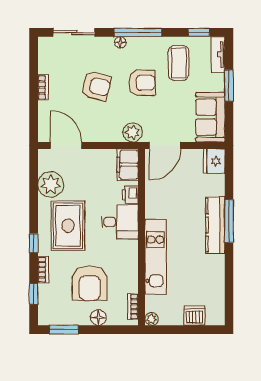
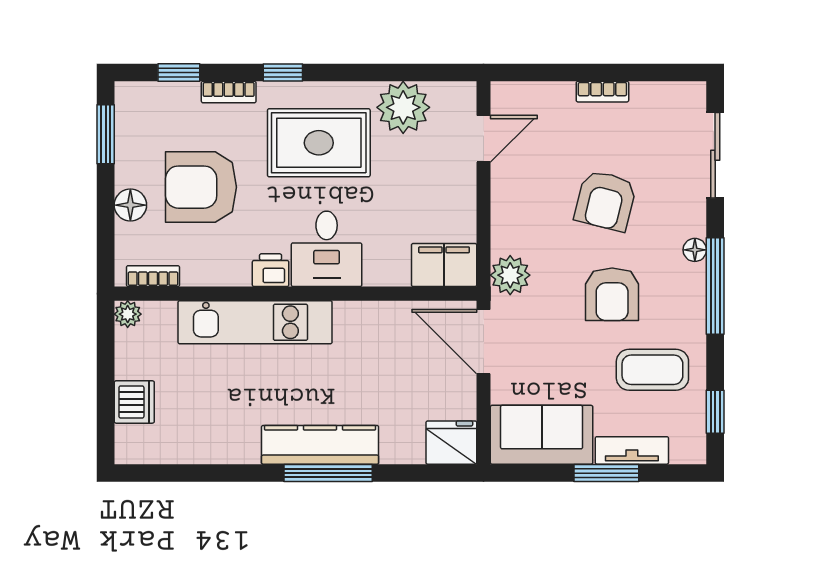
tv unit: (218, 54) -> (632, 450), moved
door: (66, 145) -> (484, 139), width x0.73
printer: (130, 195) -> (271, 270), moved

